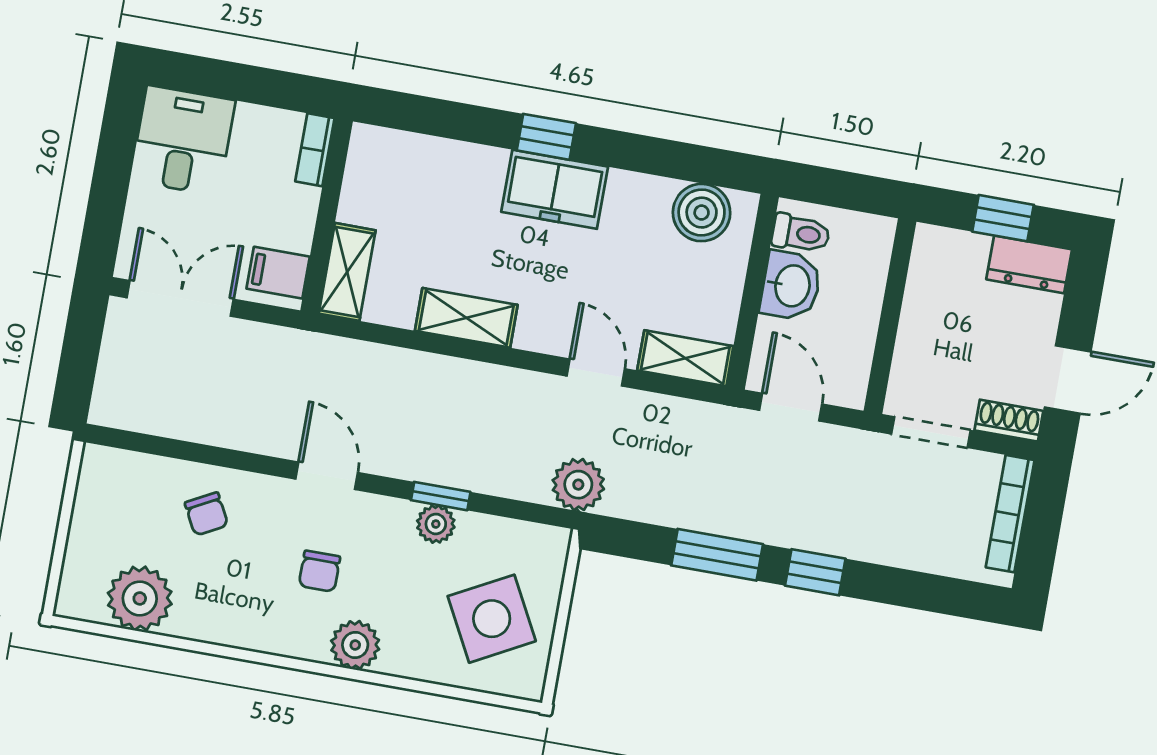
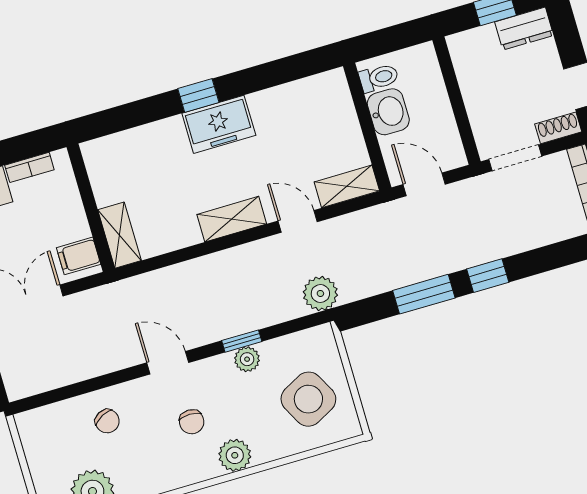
bookcase: (315, 150) -> (29, 167), moved, turned -90
boiler: (702, 213) -> (313, 95), removed
shelving: (466, 318) -> (232, 219), moved

